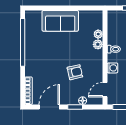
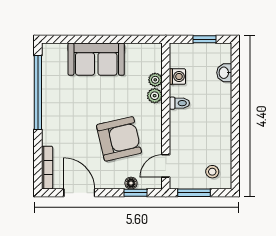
washing machine: (112, 68) -> (177, 77), moved
armchair: (75, 72) -> (119, 139), width x1.88, depth x1.88
door: (49, 107) -> (79, 193), hinge flipped
window: (75, 107) -> (135, 193), moved

